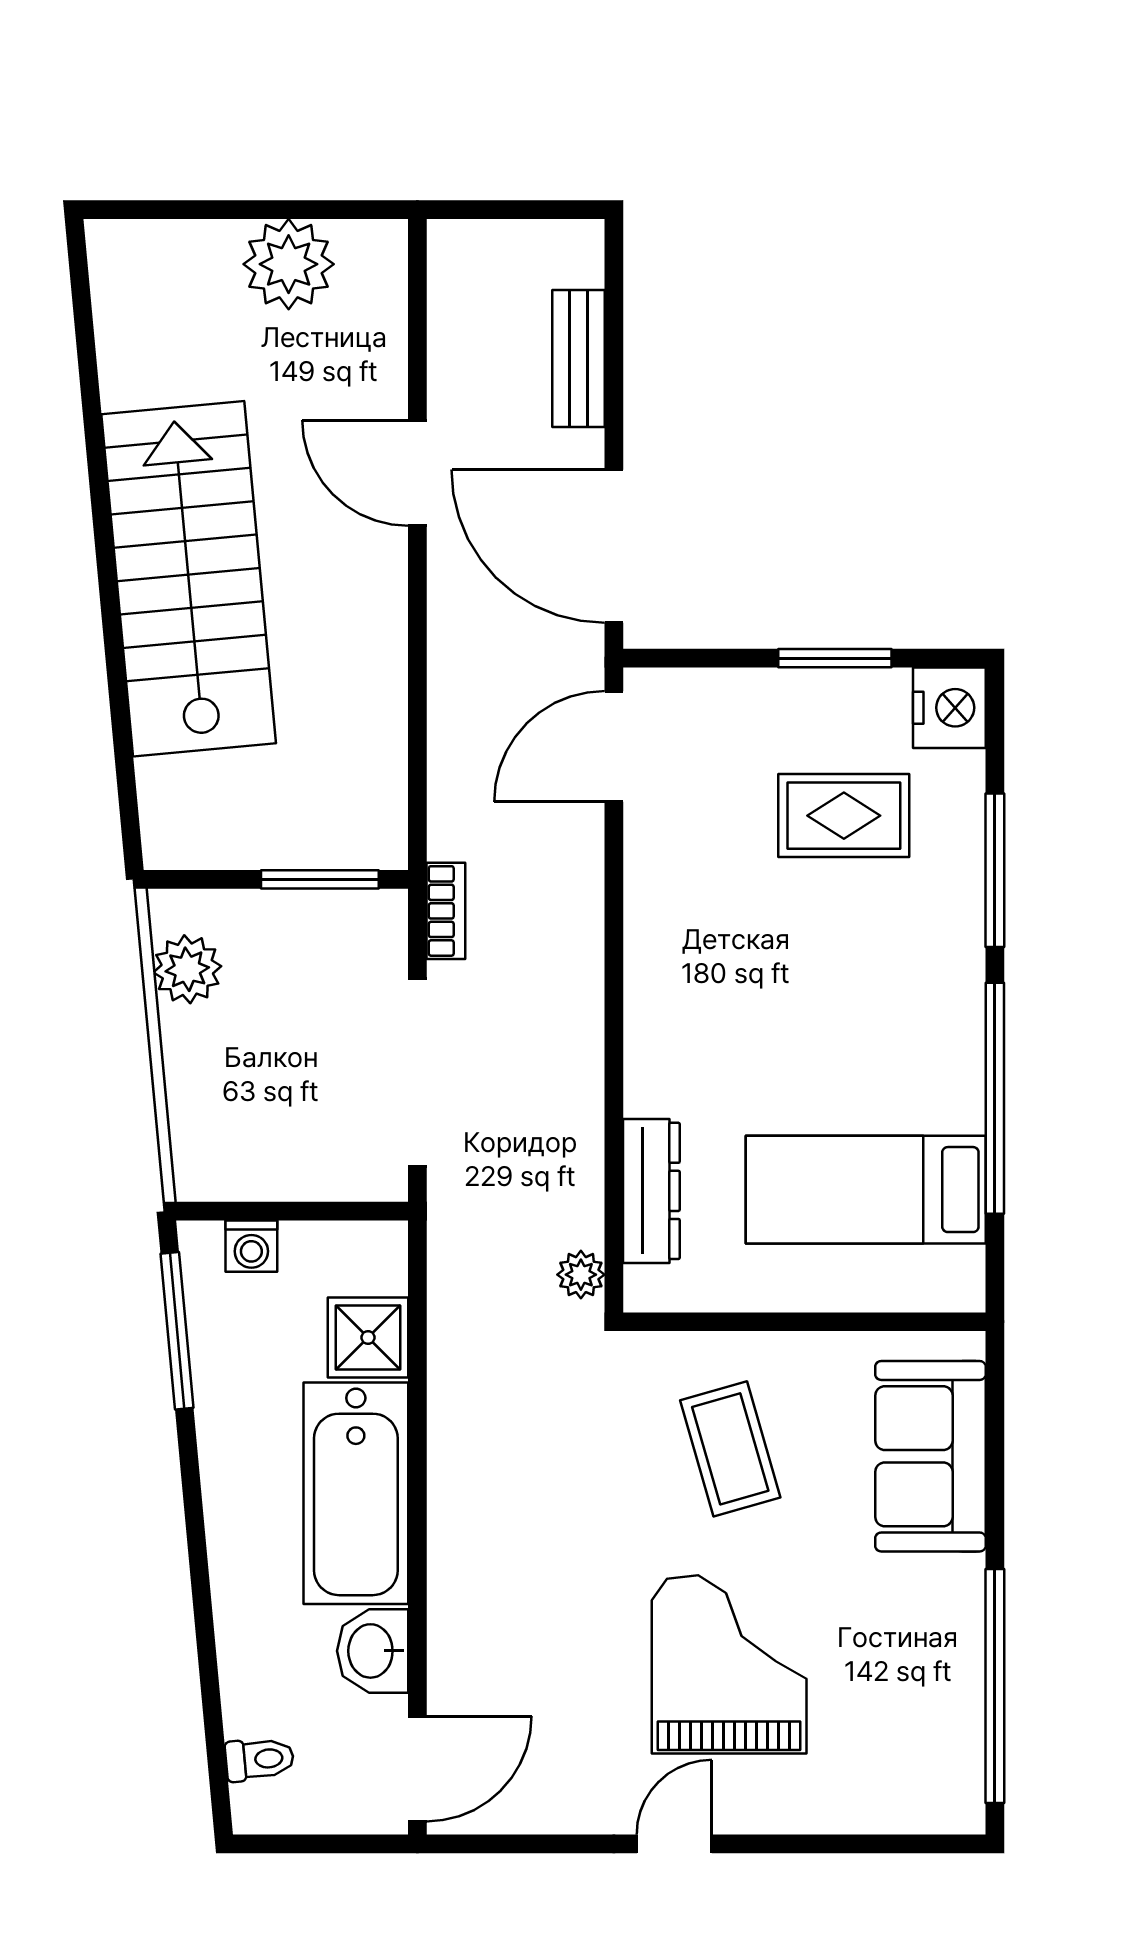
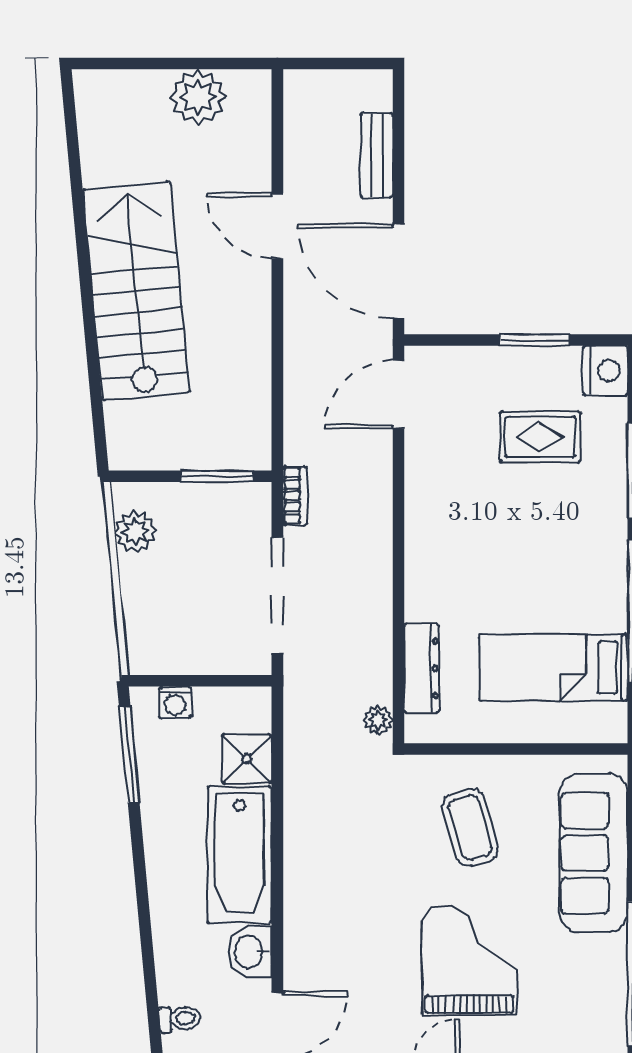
sofa: (930, 1456) -> (594, 853), width x1.36

